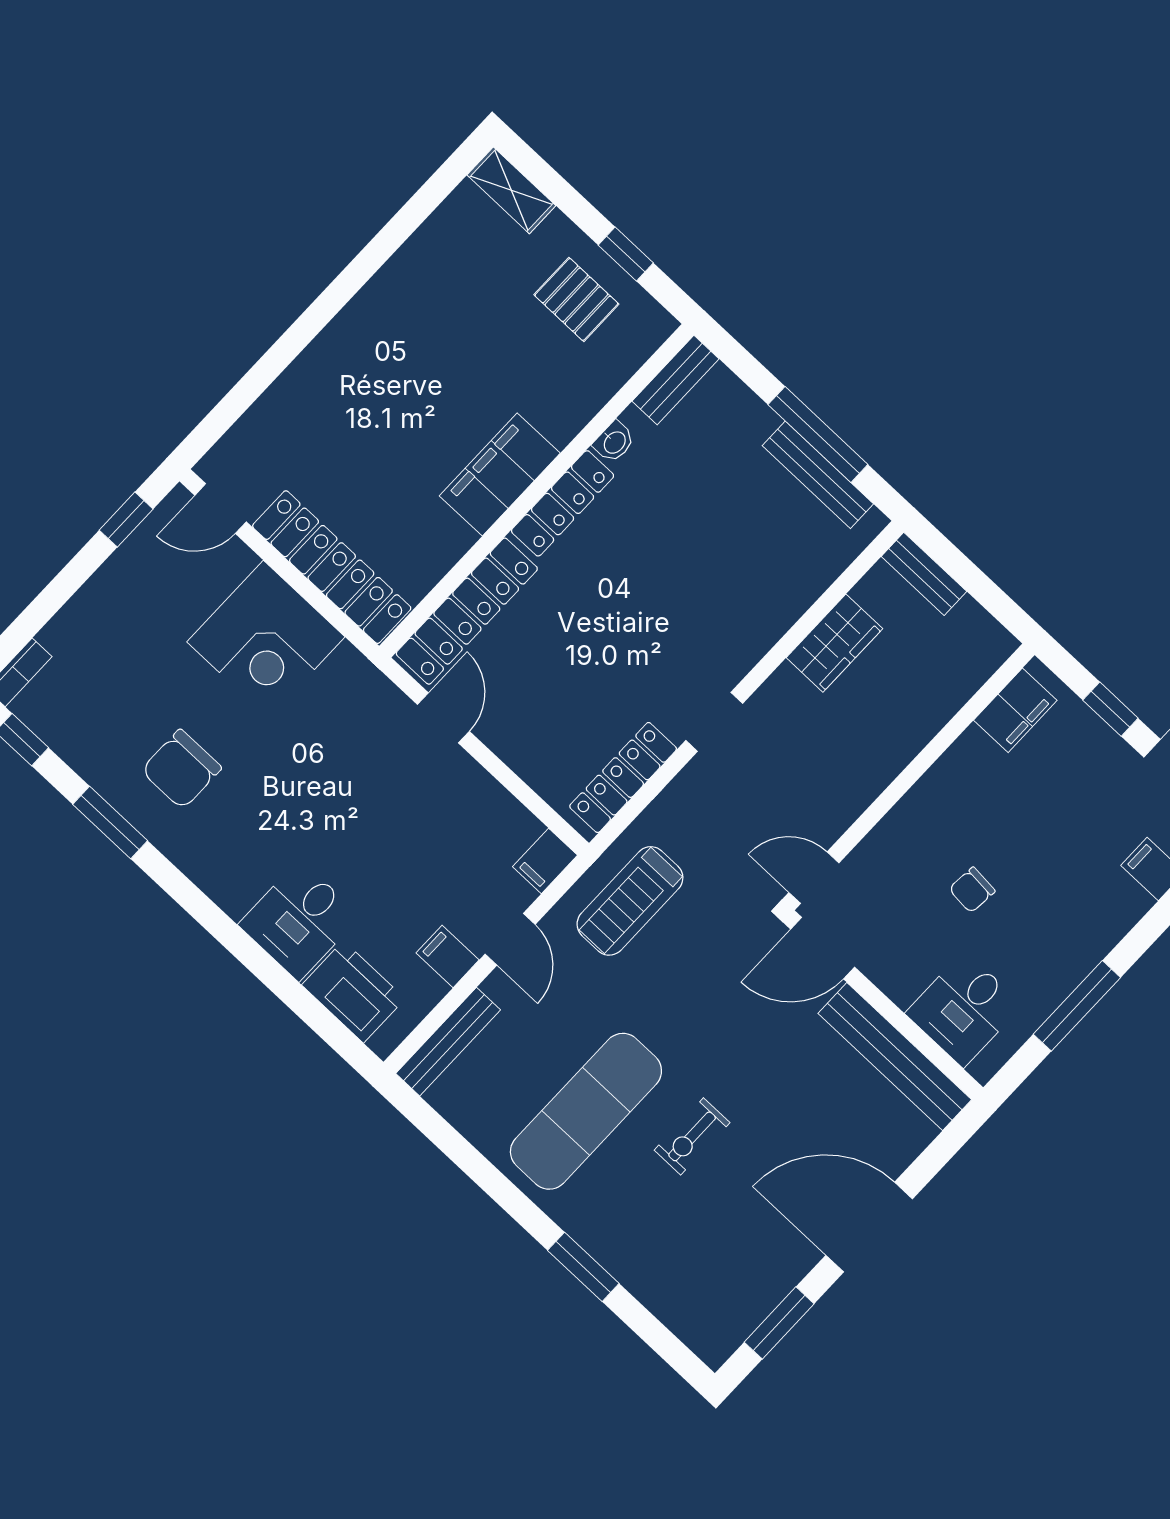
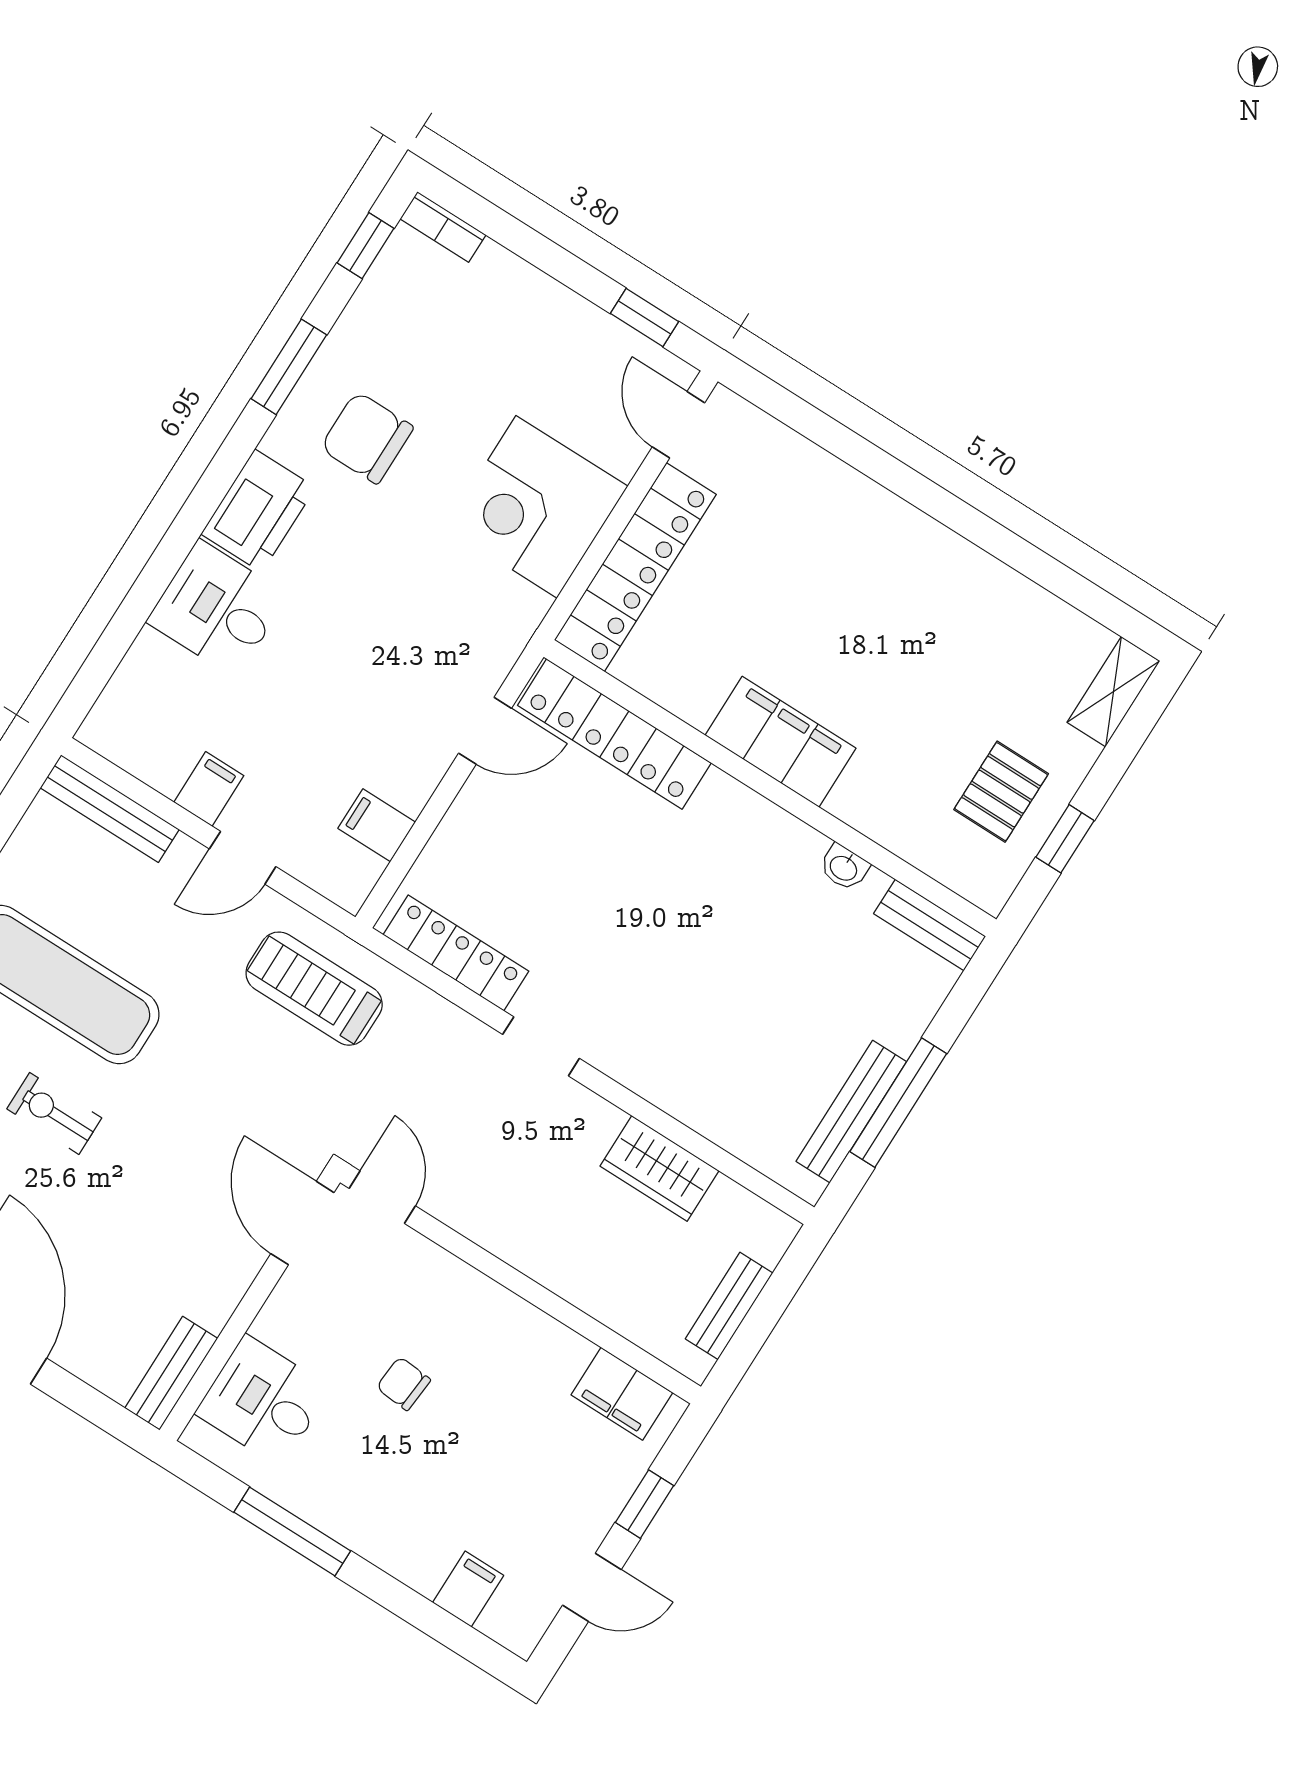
locker: (563, 503) -> (761, 821), removed
bench: (924, 574) -> (729, 1306), moved
filing cabinet: (545, 861) -> (377, 825), moved
printer: (353, 992) -> (258, 511), moved
bench: (895, 1056) -> (171, 1373), width x0.54, depth x0.82

